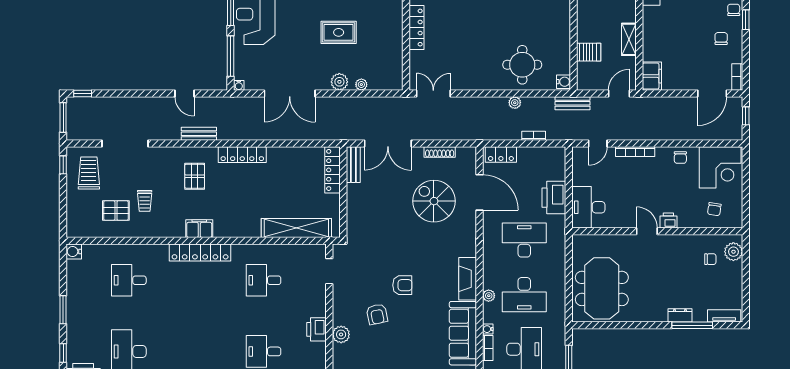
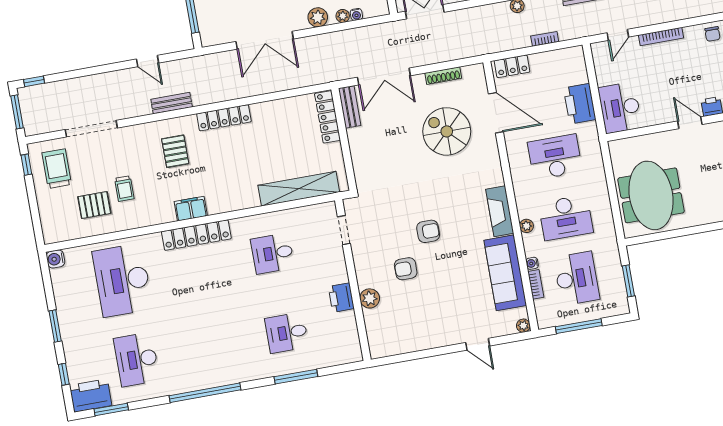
water cooler: (239, 85) -> (356, 14), moved
desk: (129, 280) -> (122, 280), width x1.87, depth x1.30
armchair: (377, 314) -> (406, 269), turned 102

